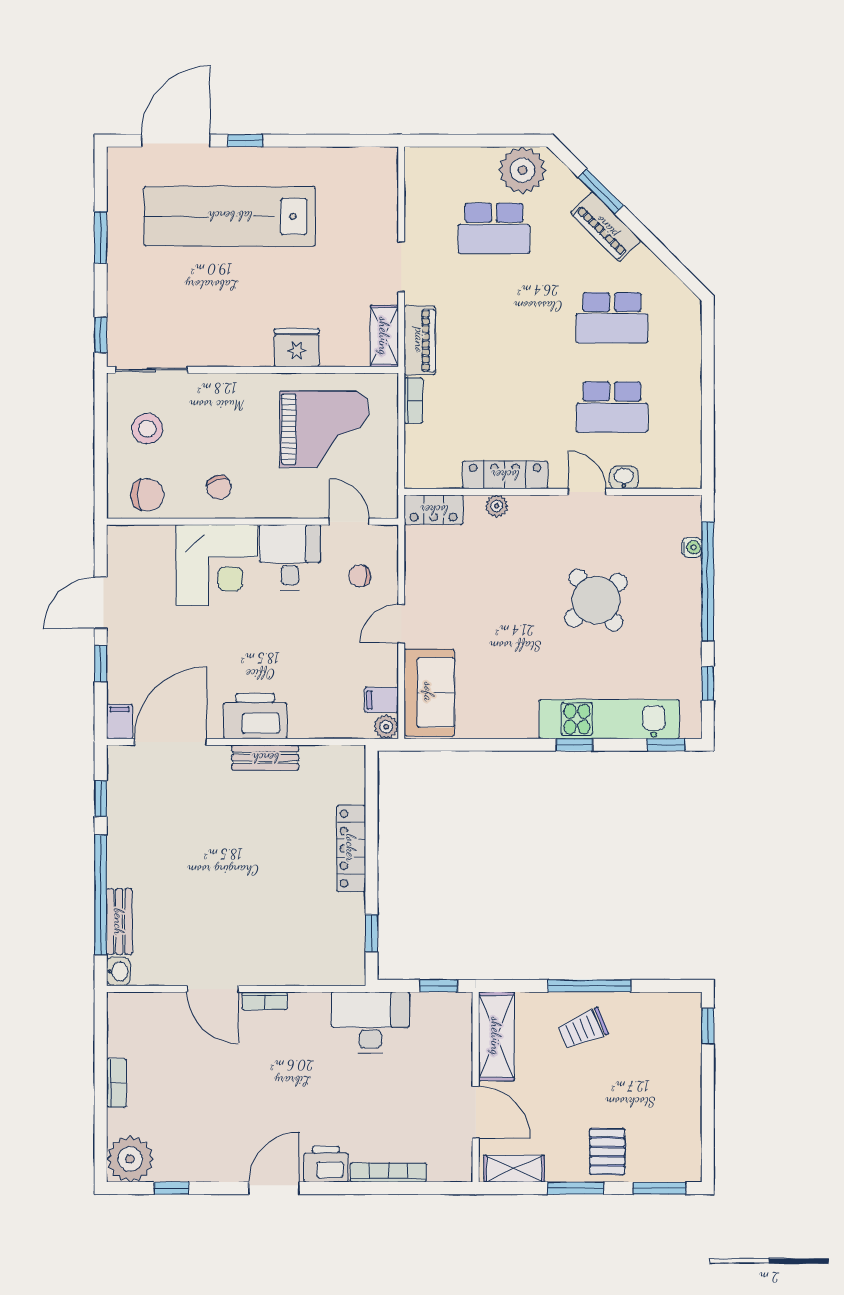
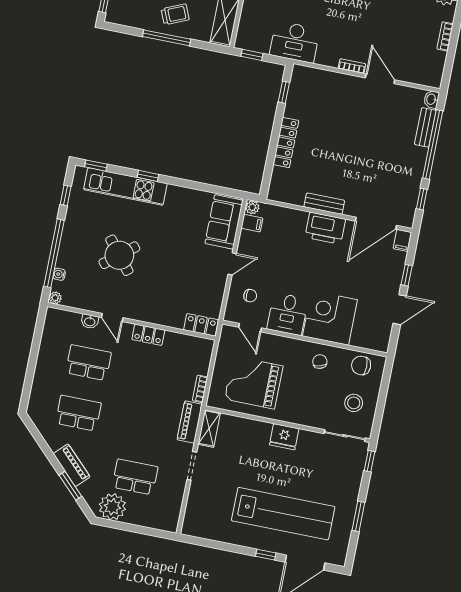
fridge: (297, 348) -> (284, 437), moved
locker: (505, 475) -> (148, 335), width x0.66
plant: (497, 506) -> (55, 298), moved

